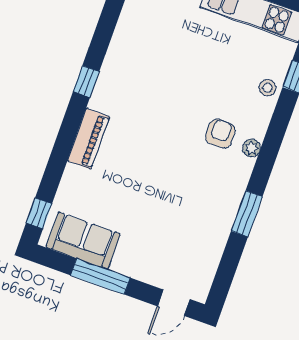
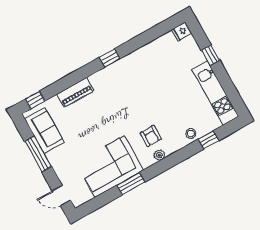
armchair: (220, 134) -> (151, 136), turned 90
piano: (88, 139) -> (75, 93), moved
corner sofa: (202, 215) -> (110, 166), added

